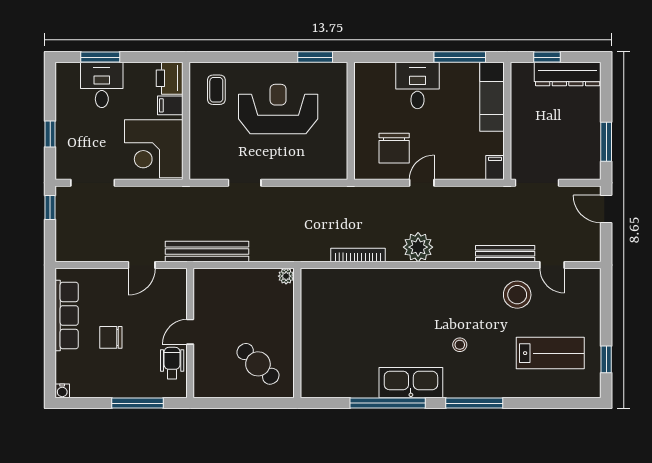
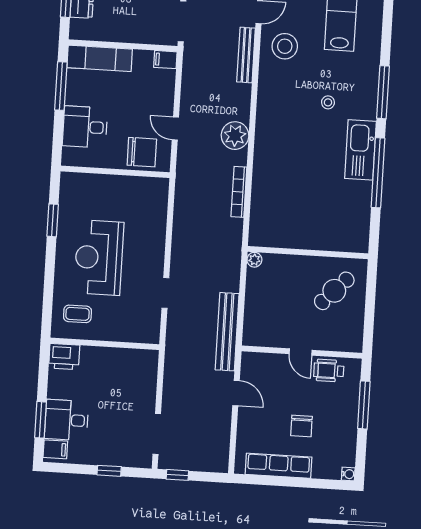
filing cabinet: (170, 105) -> (55, 449), moved, turned -90
wall: (351, 121) -> (115, 172), moved
corner desk: (154, 149) -> (129, 375), removed

